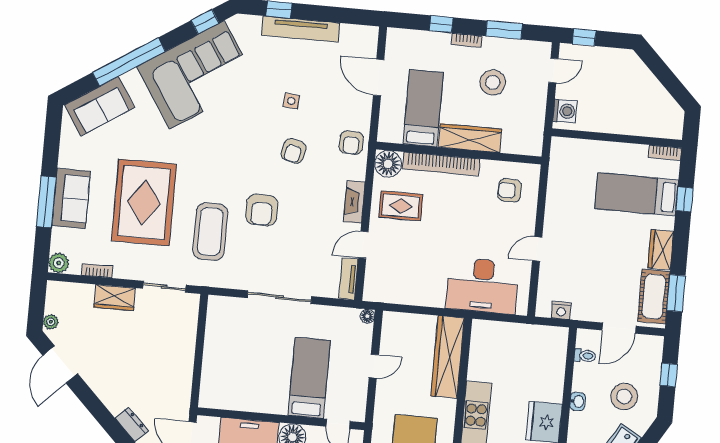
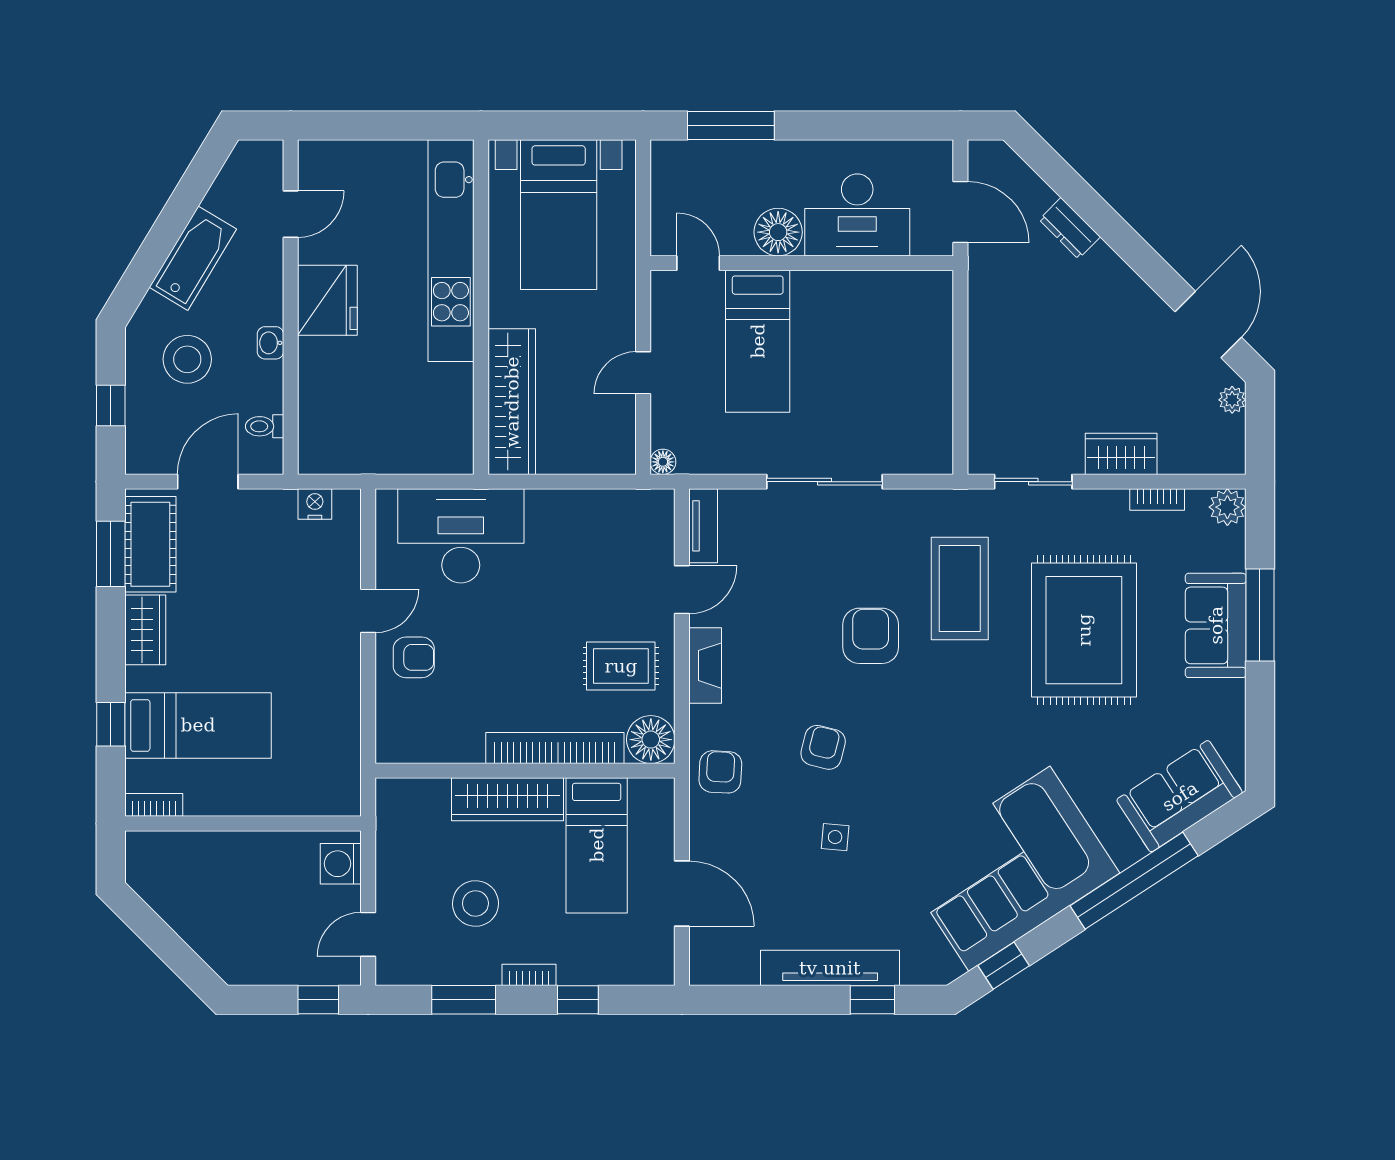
armchair: (510, 190) -> (414, 657), moved

